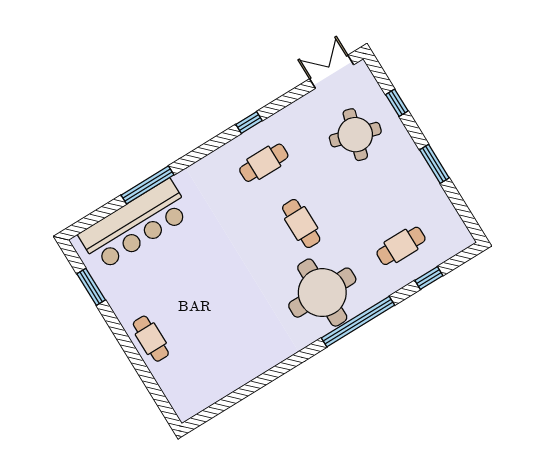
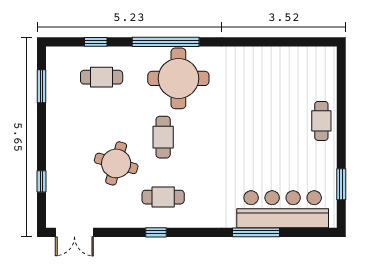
round table: (355, 135) -> (116, 163), moved
window: (434, 164) -> (41, 86), moved

